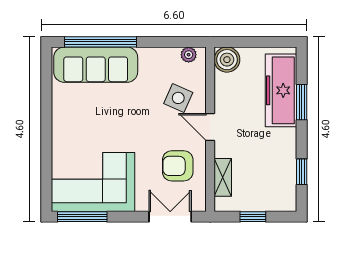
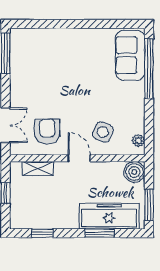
window: (267, 42) -> (149, 205), added
sofa: (96, 65) -> (130, 55), width x0.73
door: (210, 127) -> (79, 158), hinge flipped
corner sofa: (93, 182) -> (34, 62), removed

